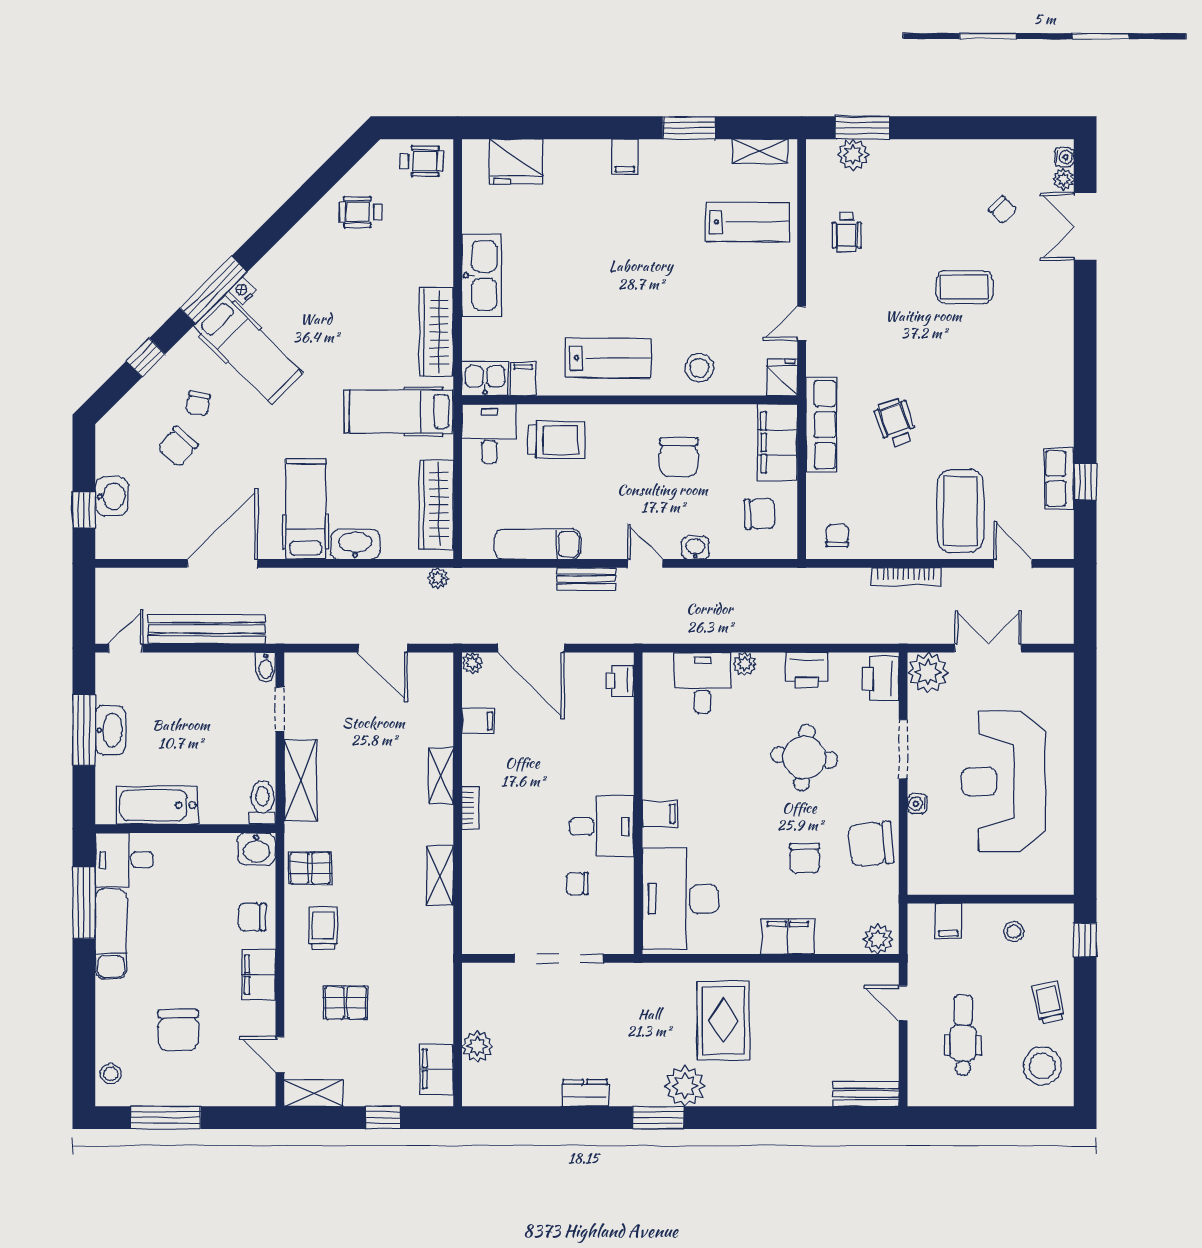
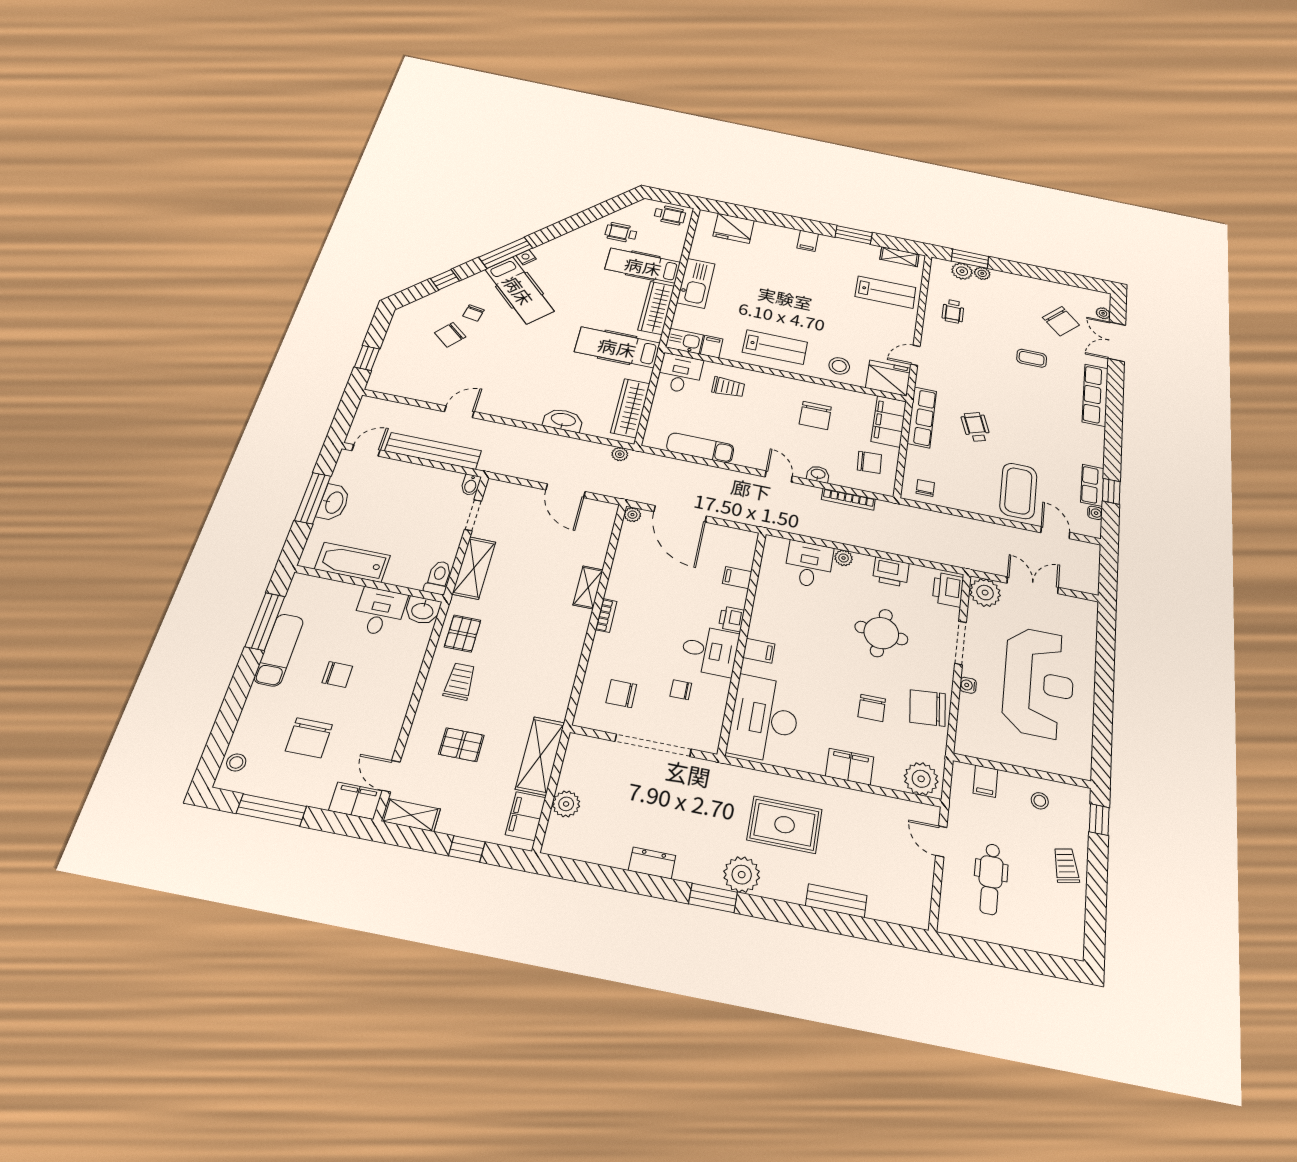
plant: (883, 151) -> (982, 273), added
water cooler: (1064, 157) -> (1095, 513), moved
chair: (1003, 210) -> (1061, 321), width x1.87, depth x1.87
coffee table: (965, 287) -> (1032, 358), width x0.73, depth x0.77
row of seats: (1057, 328) -> (1095, 395), added
fridge: (782, 377) -> (888, 378), width x1.88, depth x1.34
trolley: (557, 440) -> (728, 387), width x0.73, depth x0.72
washbasin: (112, 496) -> (391, 354), removed
hospital bed: (306, 509) -> (643, 266), moved, turned -90
door: (222, 563) -> (459, 412), width x0.53
bookcase: (906, 577) -> (848, 499), moved
bench: (586, 579) -> (732, 477), removed
printer: (620, 681) -> (731, 619), moved
filing cabinet: (478, 721) -> (737, 578), moved, turned 180
reception desk: (1004, 781) -> (1039, 683), turned 180
desk: (124, 860) -> (379, 612), moved, turned 90
pallet: (310, 868) -> (463, 634), turned 90
shelving: (440, 875) -> (540, 756), moved, width x1.50, depth x1.33
chair: (510, 903) -> (621, 694), added
chair: (252, 917) -> (337, 674), moved, turned 180
plant: (878, 939) -> (921, 779), width x1.36, depth x1.36
filing cabinet: (259, 975) -> (356, 801), moved, turned 90
rug: (723, 1020) -> (785, 825), turned 90
dental chair: (963, 1035) -> (991, 879), turned 180
stool: (1042, 1066) -> (1058, 920), removed
bench: (866, 1094) -> (836, 901), moved

